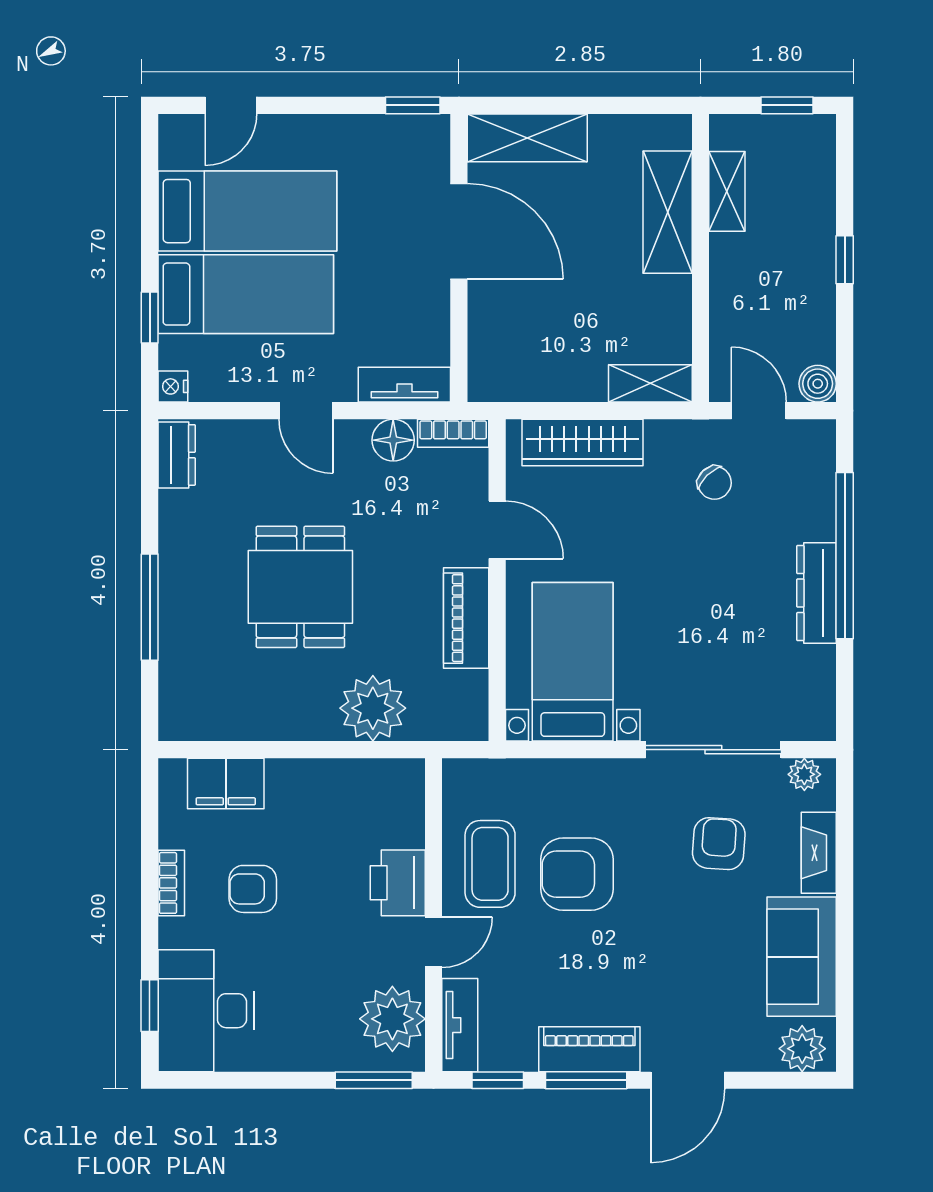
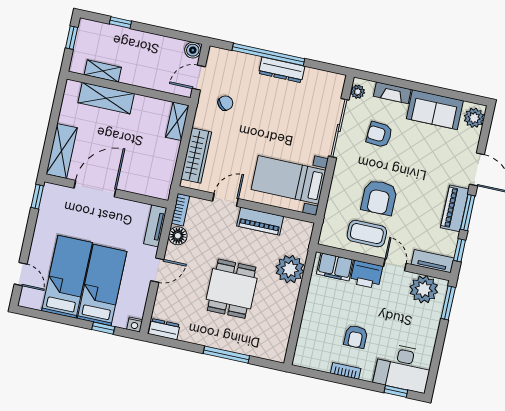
window: (845, 260) -> (120, 23), moved
dining table: (300, 587) -> (232, 289), turned 90
filing cabinet: (226, 784) -> (335, 267), moved, turned 90

